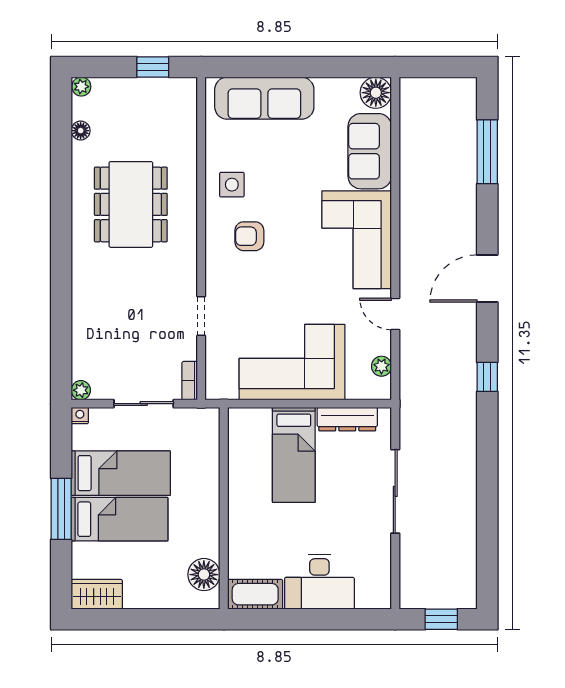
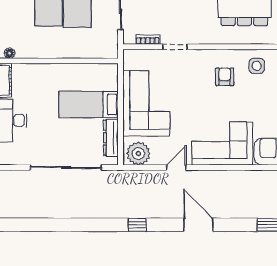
plant: (381, 366) -> (138, 154), width x1.87, depth x1.87
bookcase: (190, 381) -> (148, 40), moved
sliding door: (395, 491) -> (66, 168), width x1.36
floor lamp: (204, 575) -> (10, 53), width x0.53, depth x0.53

